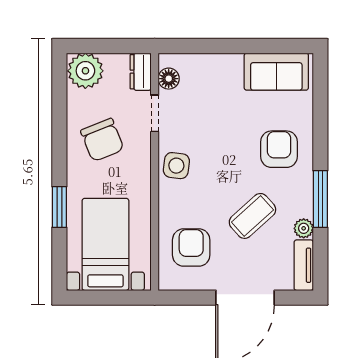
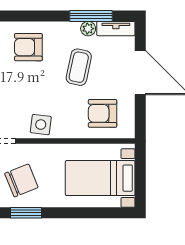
window: (320, 199) -> (91, 16), moved
window: (59, 207) -> (26, 213), moved
coffee table: (252, 216) -> (79, 67), turned 54

